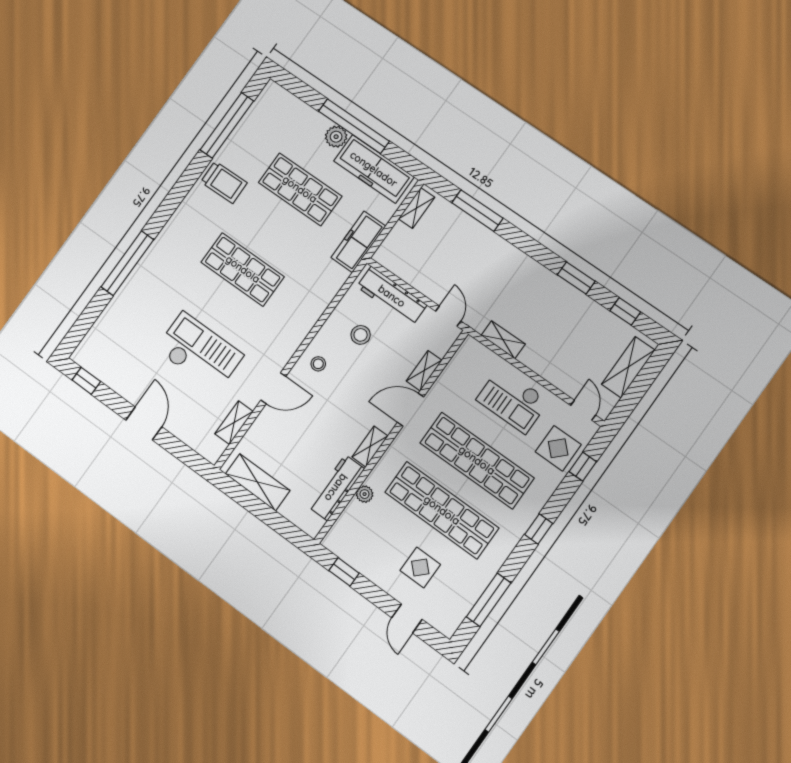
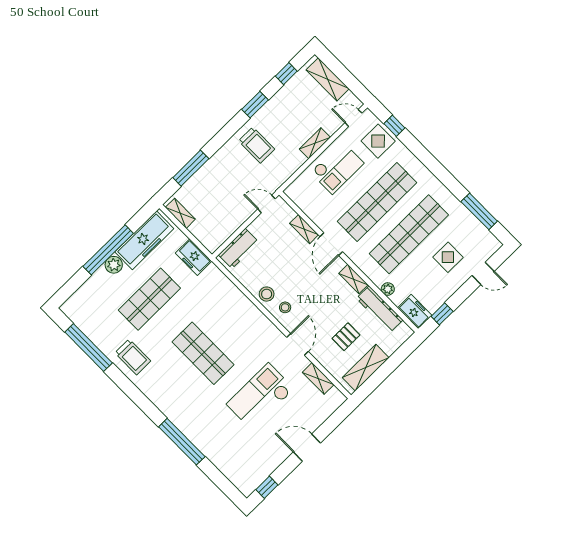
trolley: (224, 182) -> (133, 357), turned 91
freezer: (358, 242) -> (194, 257), width x0.71
shop shelf: (243, 269) -> (203, 353), turned 90
trolley: (523, 290) -> (257, 145), added
workbench: (392, 296) -> (239, 248), width x0.73
stool: (361, 335) -> (267, 294), moved
shelving: (503, 340) -> (315, 143), moved
pallet: (293, 450) -> (346, 337), added
window: (539, 529) -> (434, 166), removed
freezer: (341, 535) -> (415, 312), added

